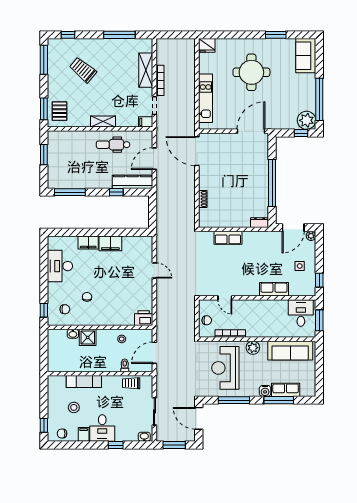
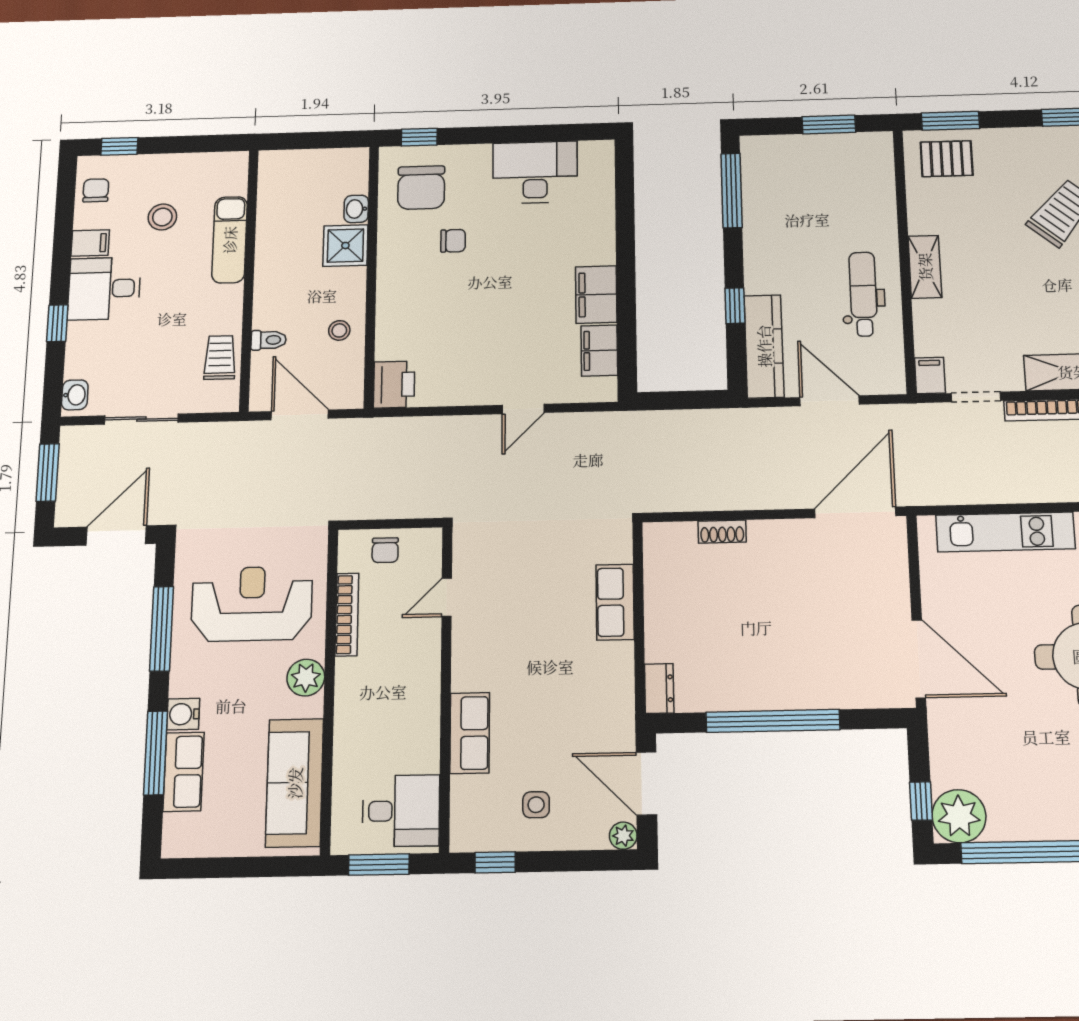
filing cabinet: (88, 242) -> (599, 351), moved
chair: (65, 309) -> (421, 188), width x1.87, depth x1.87

